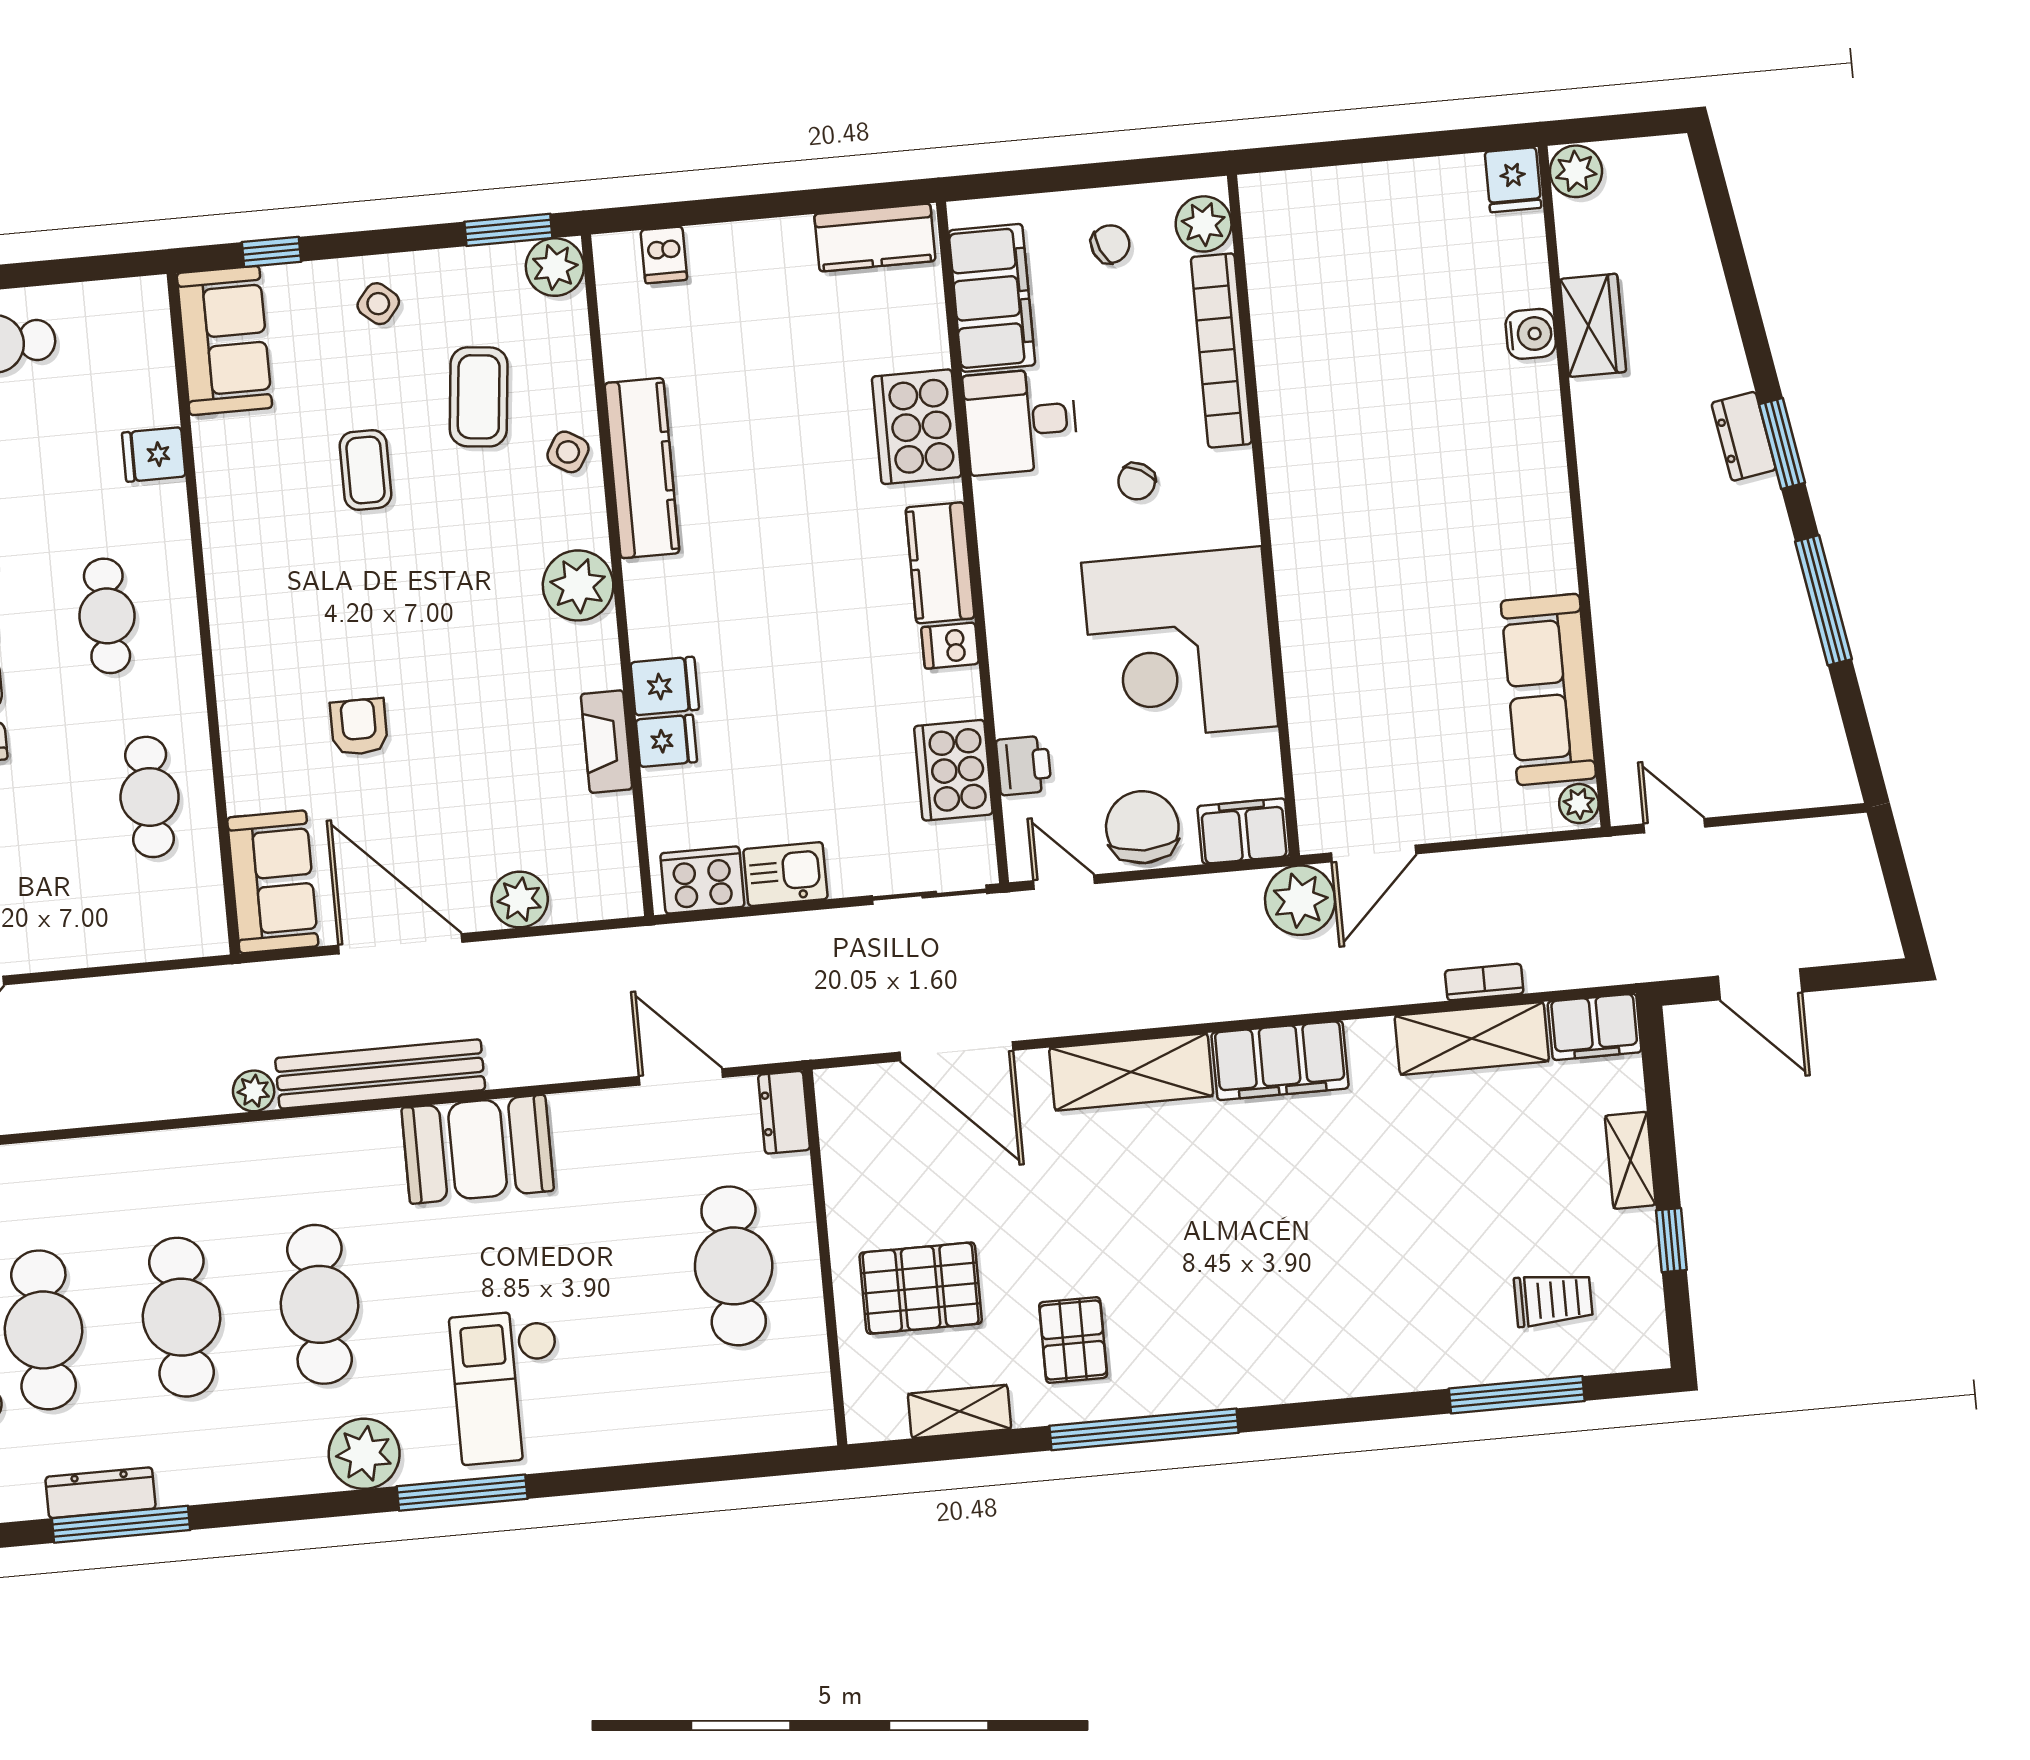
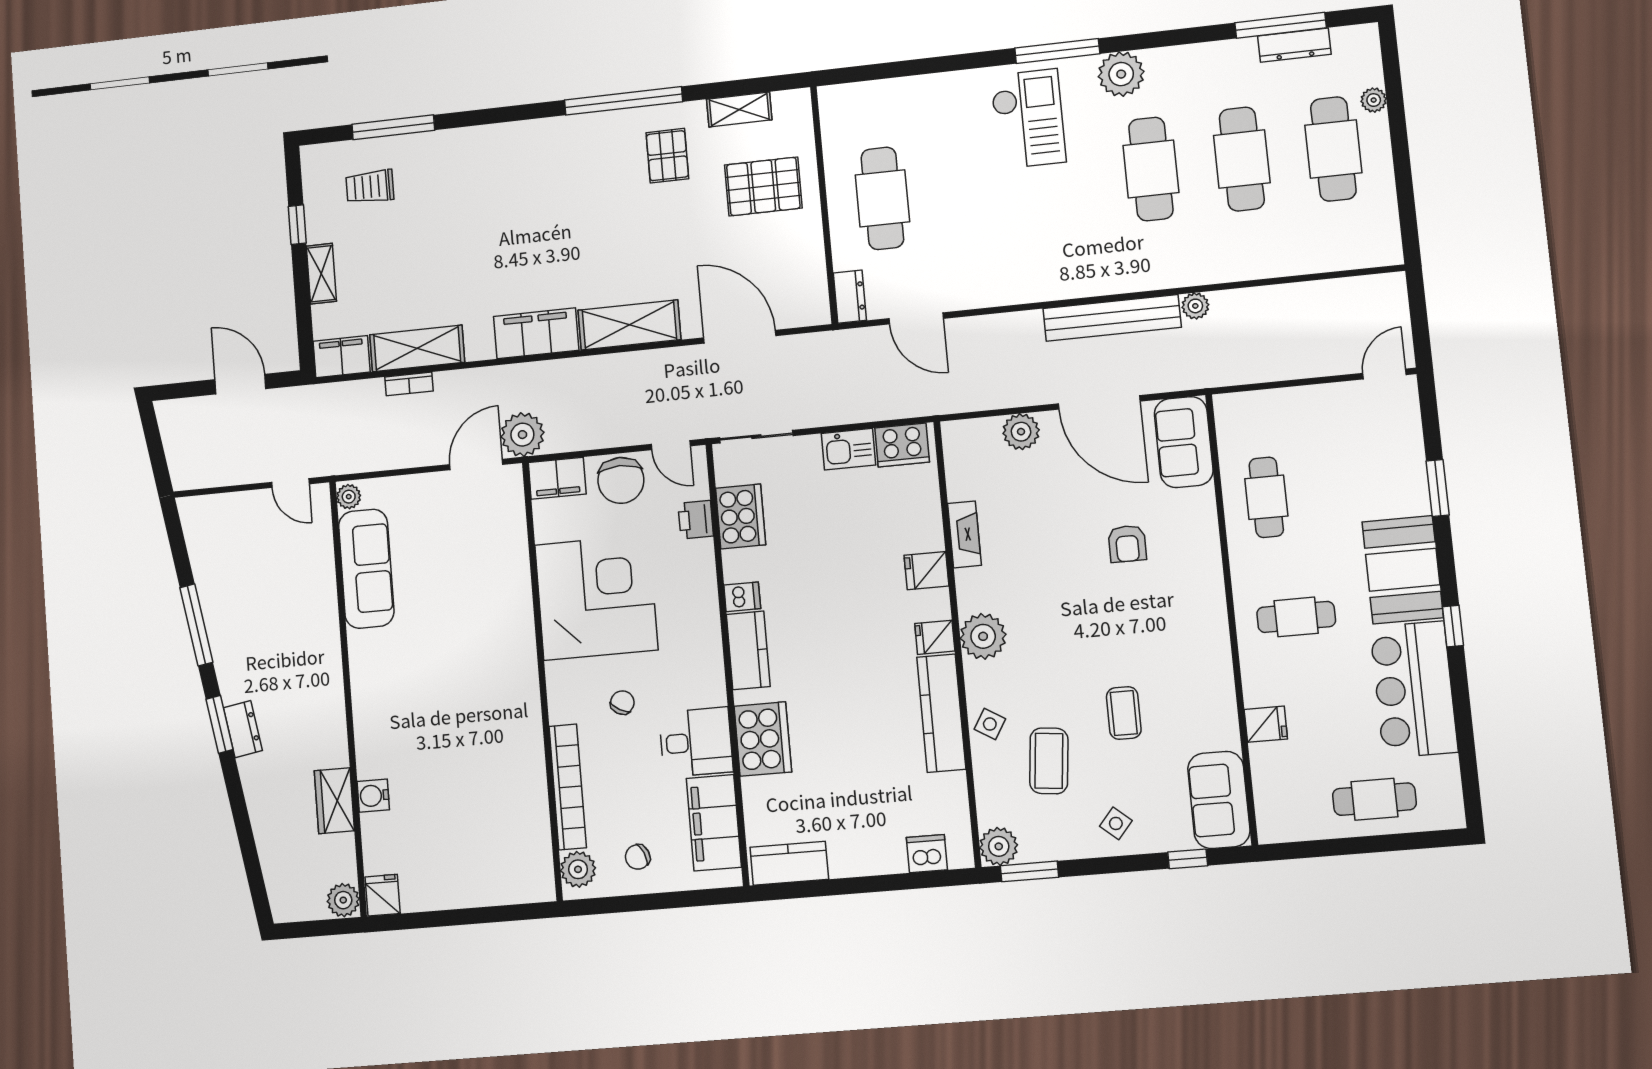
dishwasher: (664, 255) -> (927, 854), width x1.38
cafe table: (107, 616) -> (1296, 617), turned 90
fridge: (666, 741) -> (935, 637), moved
booth: (478, 1149) -> (1048, 270), removed

